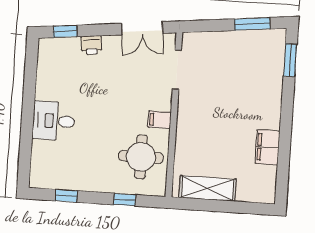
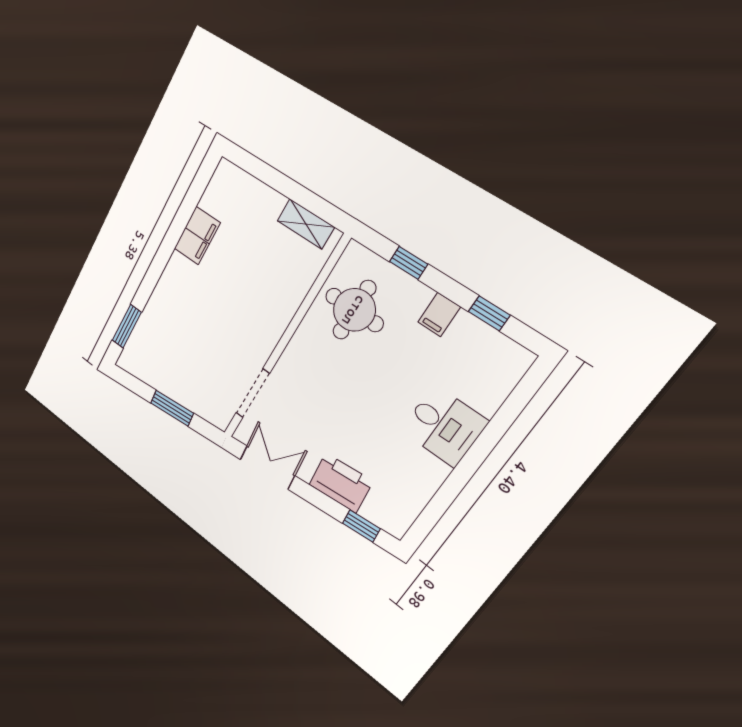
window: (252, 24) -> (172, 408), moved
printer: (92, 45) -> (341, 483), width x1.87, depth x1.48
filing cabinet: (160, 120) -> (439, 315), moved, turned 90
shelving: (207, 188) -> (306, 224), width x0.67, depth x0.75

